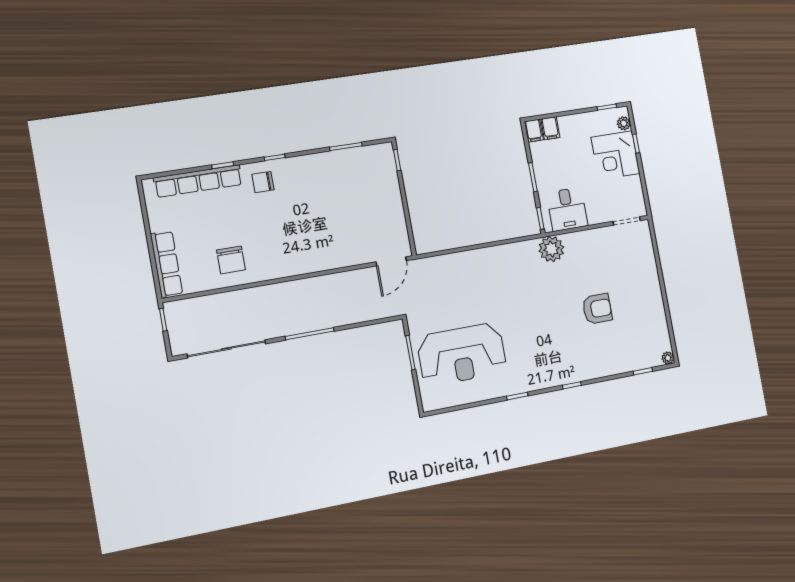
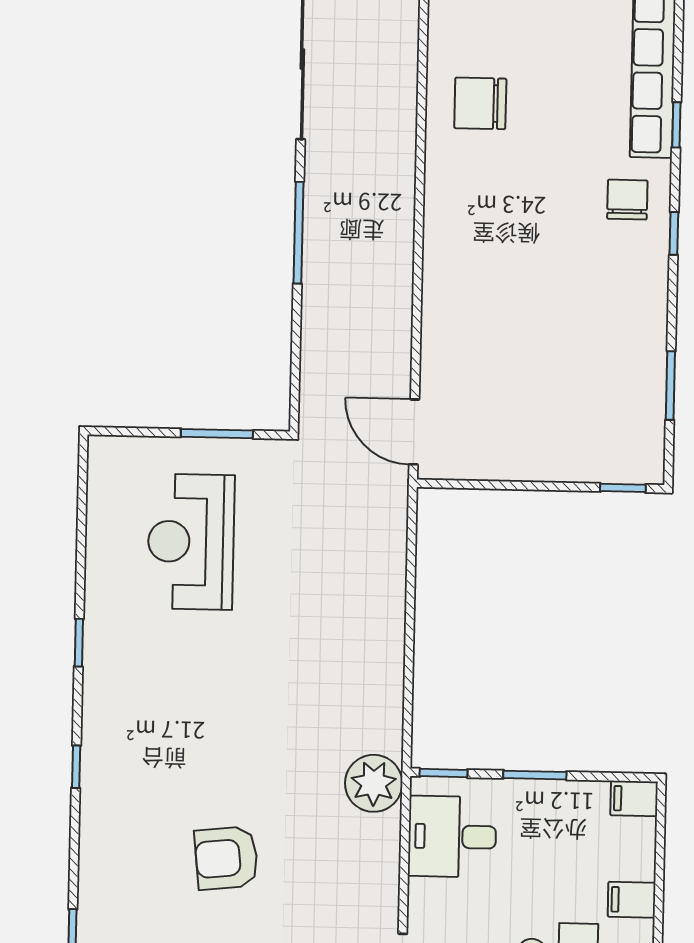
filing cabinet: (550, 128) -> (632, 900), moved
armchair: (597, 309) -> (226, 858), turned 84
reception desk: (462, 354) -> (191, 542), width x0.74, depth x0.77

